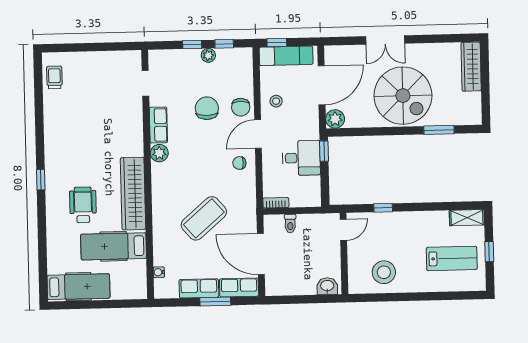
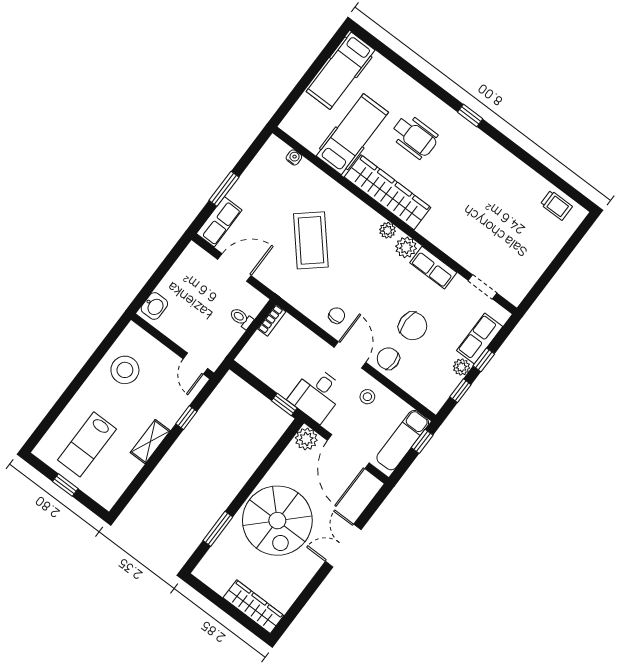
spiral stairs: (403, 96) -> (277, 521), turned -90
desk: (301, 158) -> (317, 394), moved
plant: (158, 174) -> (387, 230), added
shelving: (467, 218) -> (150, 442), moved
door: (261, 254) -> (234, 267), width x0.73
row of seats: (199, 288) -> (480, 338), moved, turned 180

